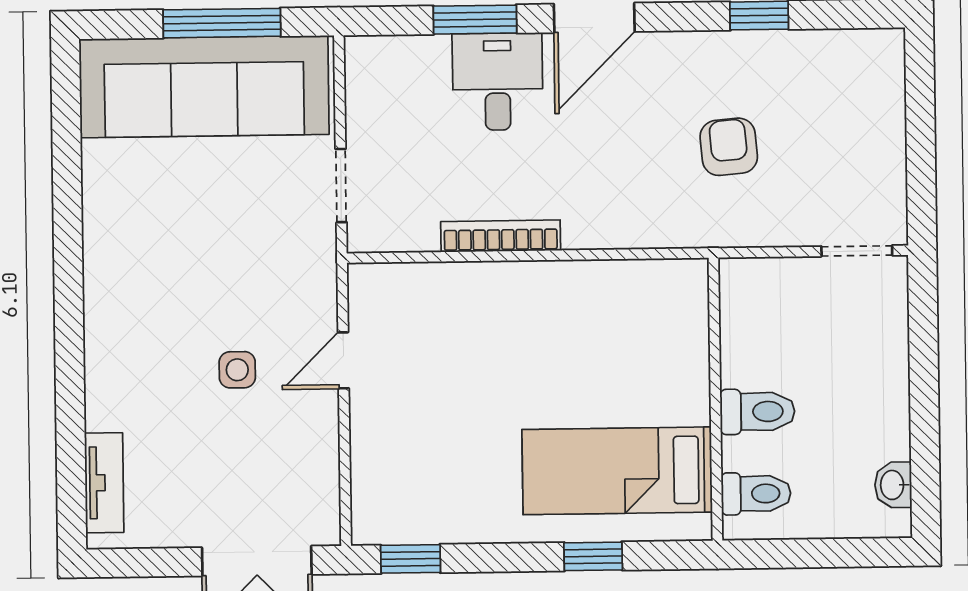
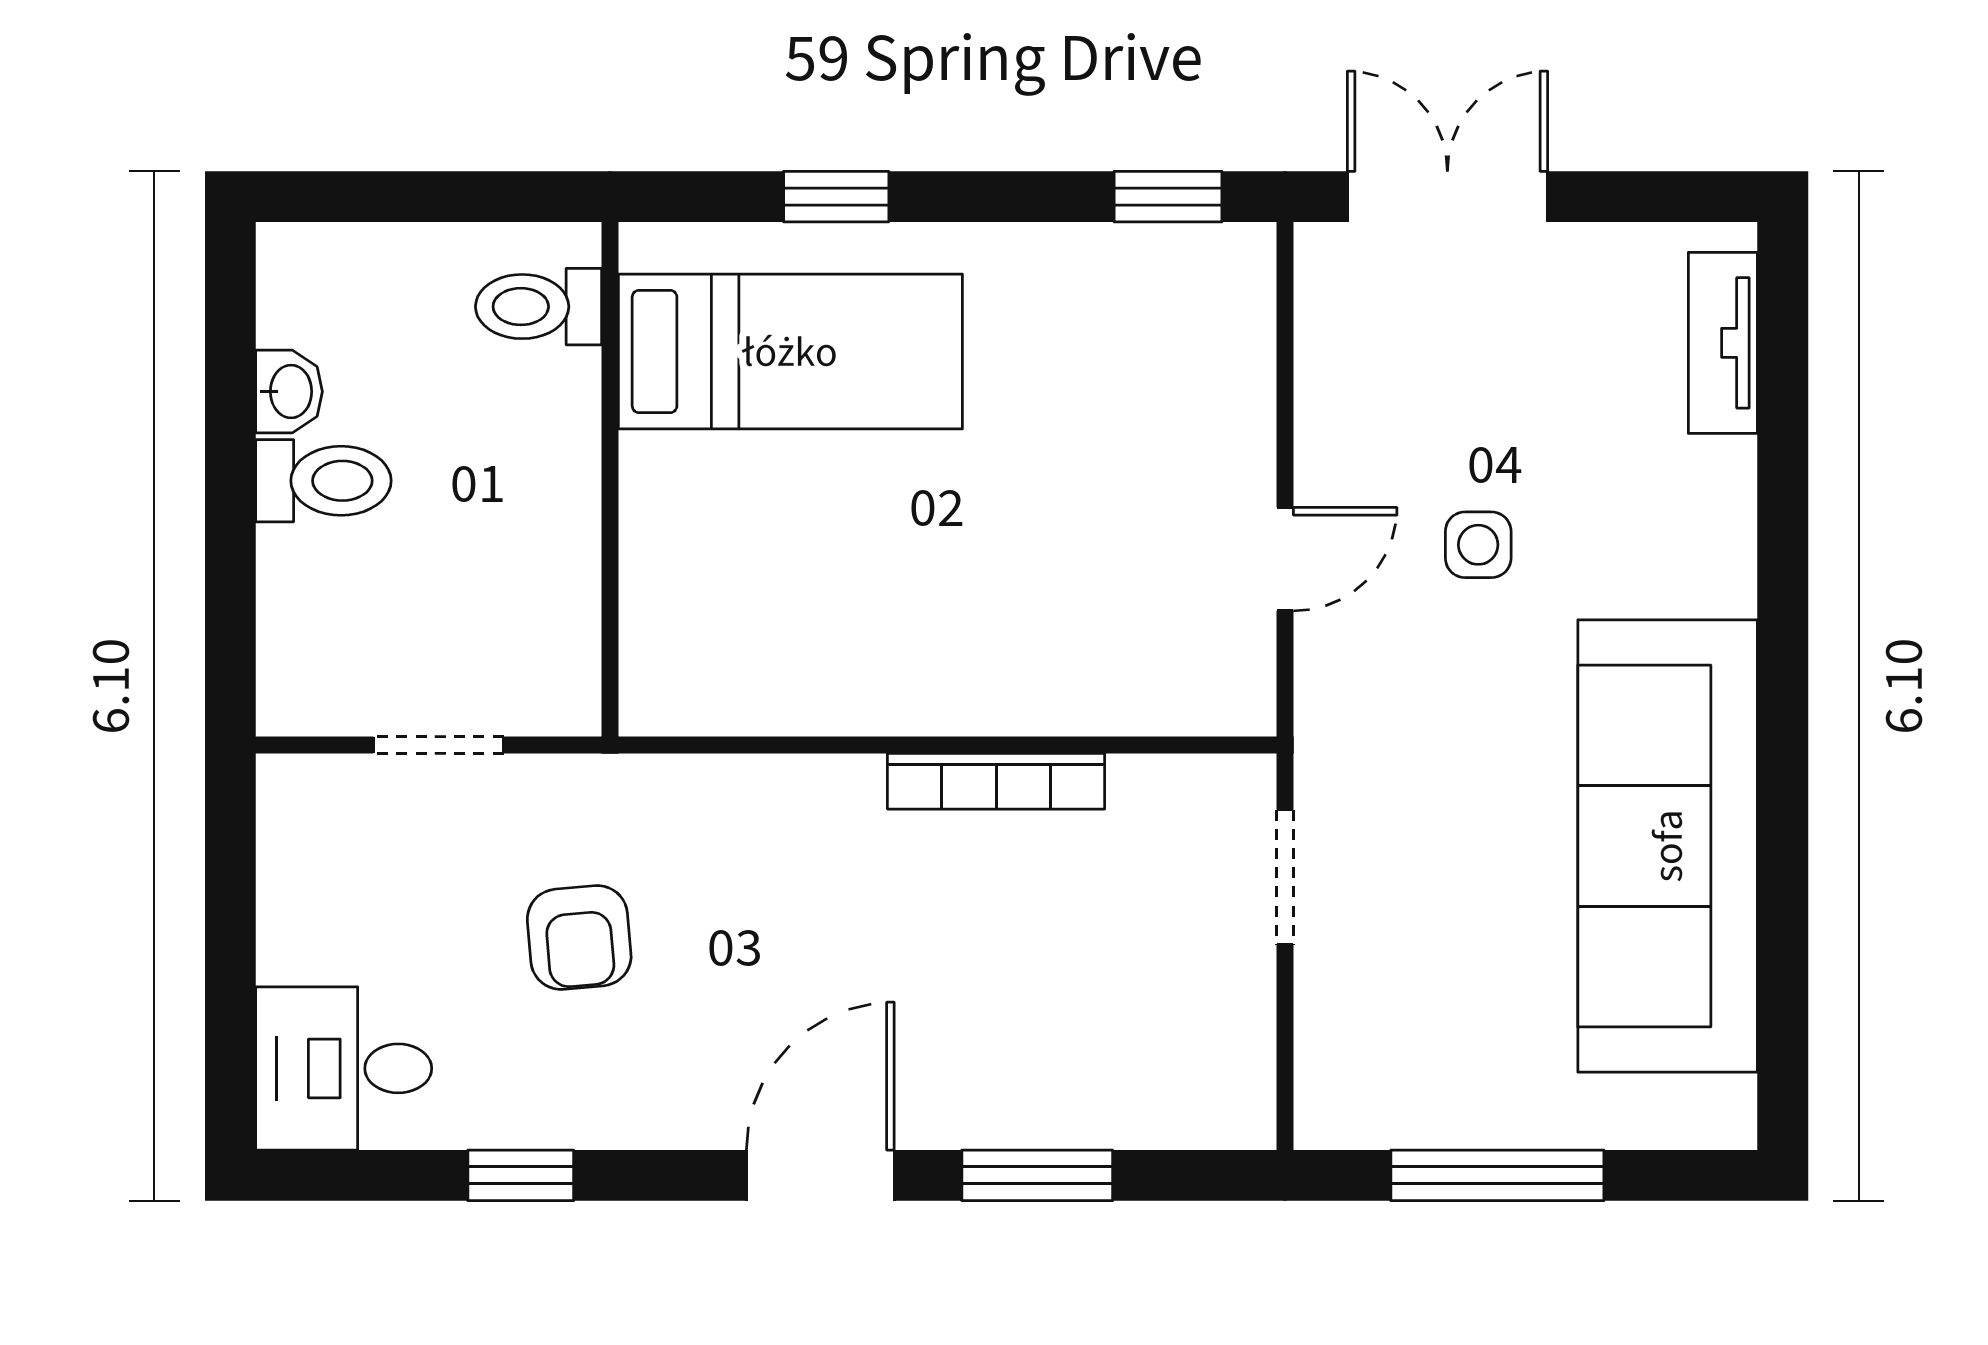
desk: (498, 82) -> (344, 1068), moved, turned 90
sofa: (204, 87) -> (1668, 846), moved, turned -90
doorway: (857, 251) -> (438, 745), moved
toilet: (757, 412) -> (323, 481), moved, turned 180
washbasin: (893, 485) -> (289, 392), moved

